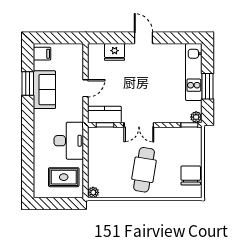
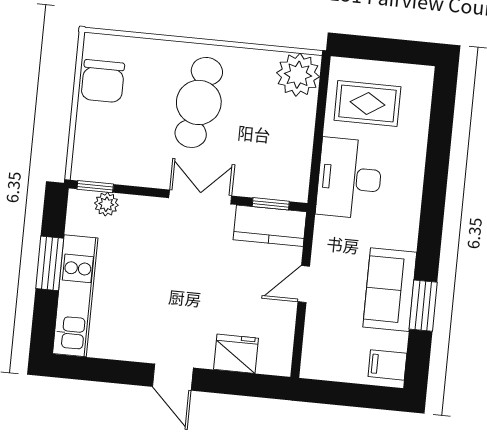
plant: (196, 117) -> (106, 204), moved
plant: (93, 192) -> (298, 75), width x1.88, depth x1.88

